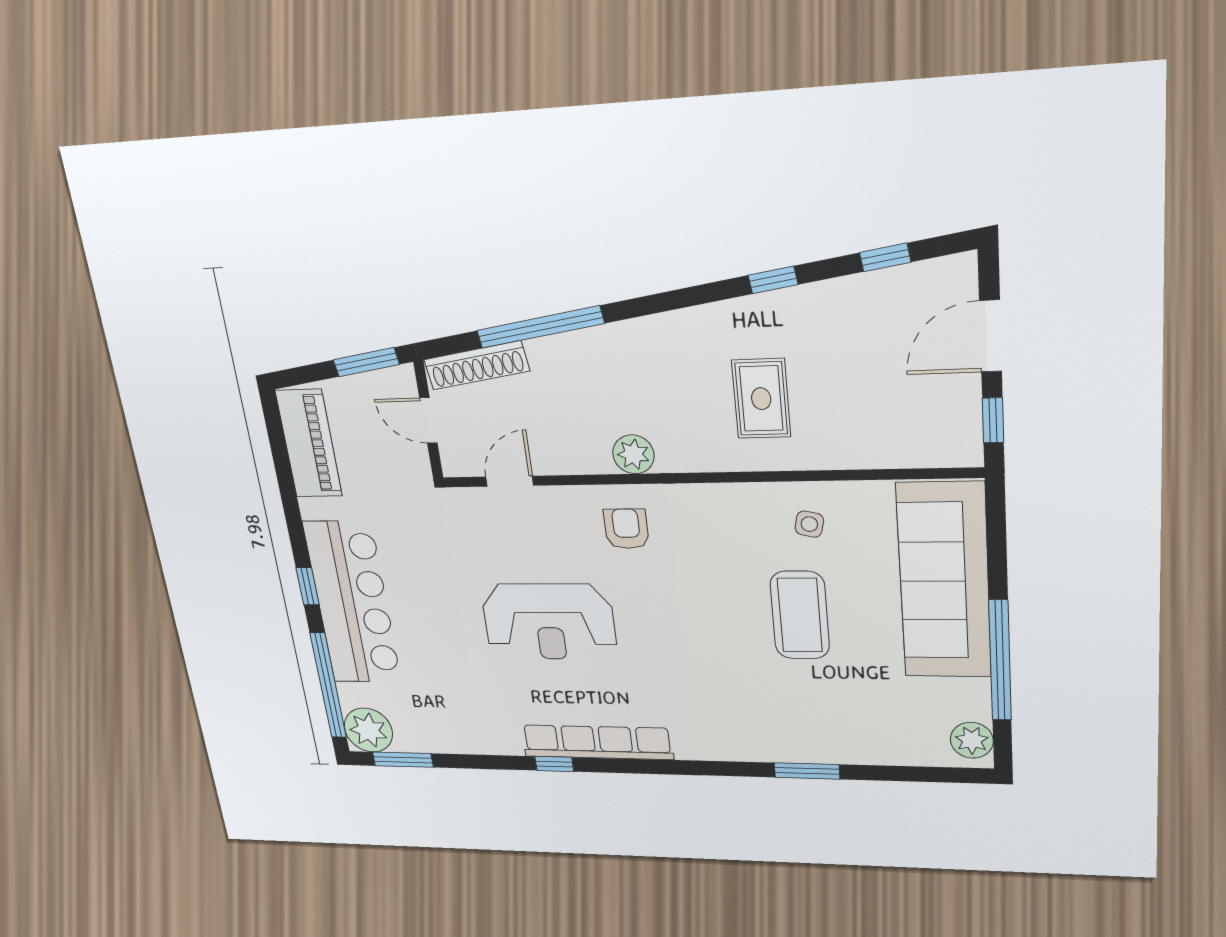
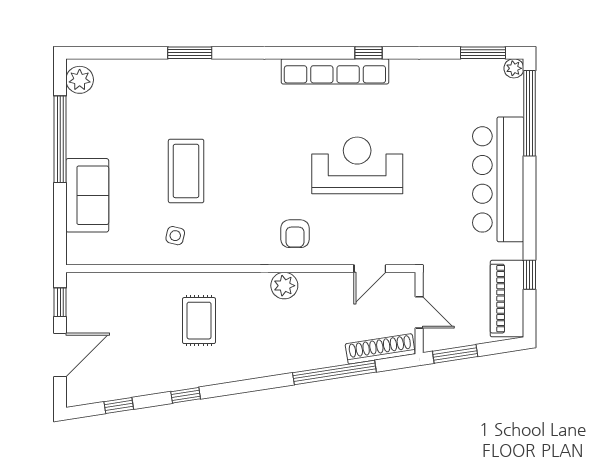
sofa: (944, 581) -> (87, 195), width x0.54, depth x0.79
window: (308, 586) -> (530, 275), moved
plant: (368, 730) -> (514, 68), width x0.53, depth x0.53

